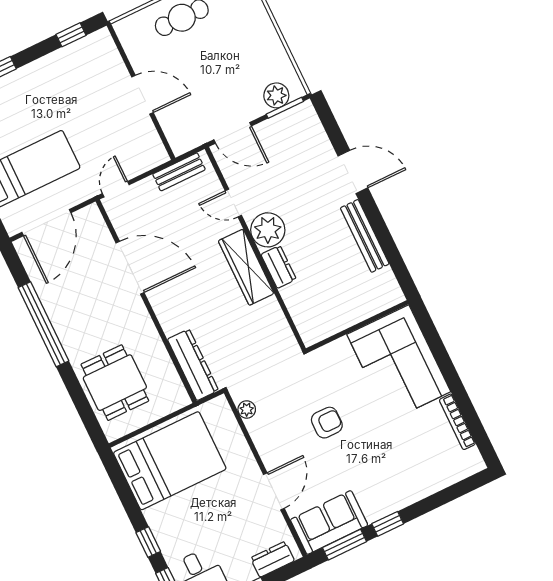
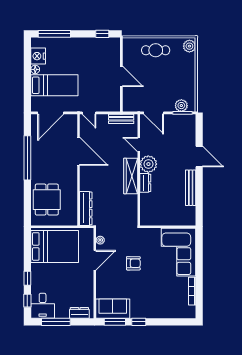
door: (116, 189) -> (89, 113), swing flipped
door: (274, 491) -> (95, 260), moved

